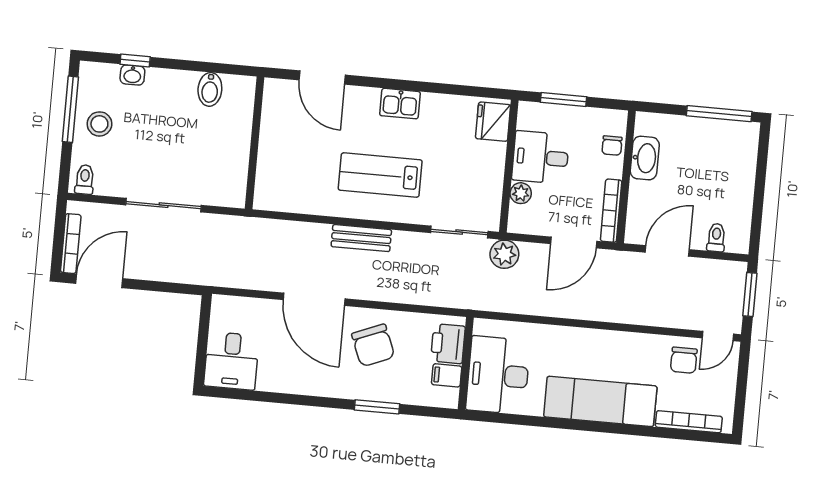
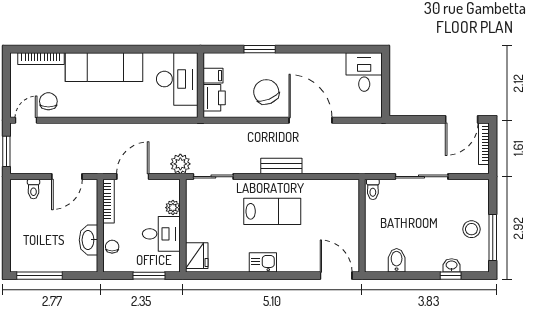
door: (322, 78) -> (336, 276), moved
toilet: (85, 180) -> (373, 189), moved

